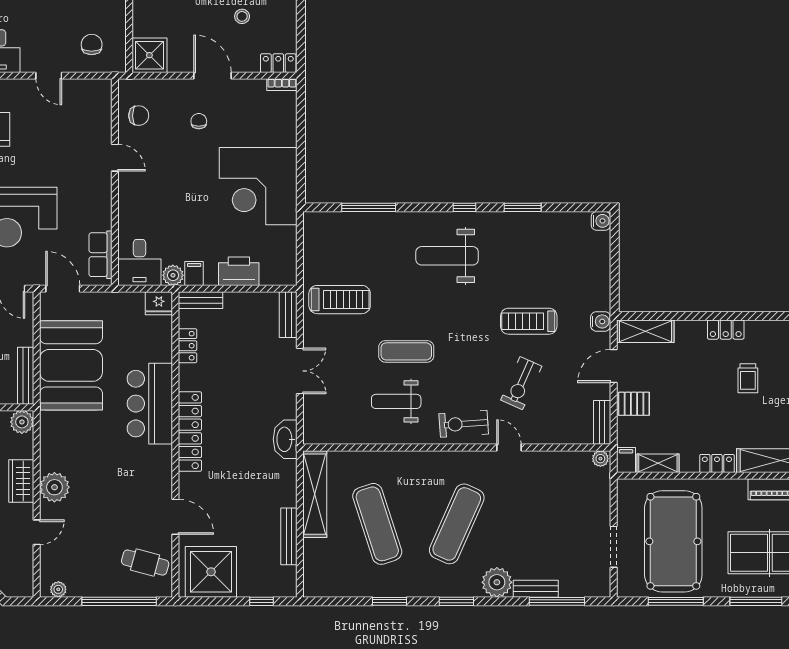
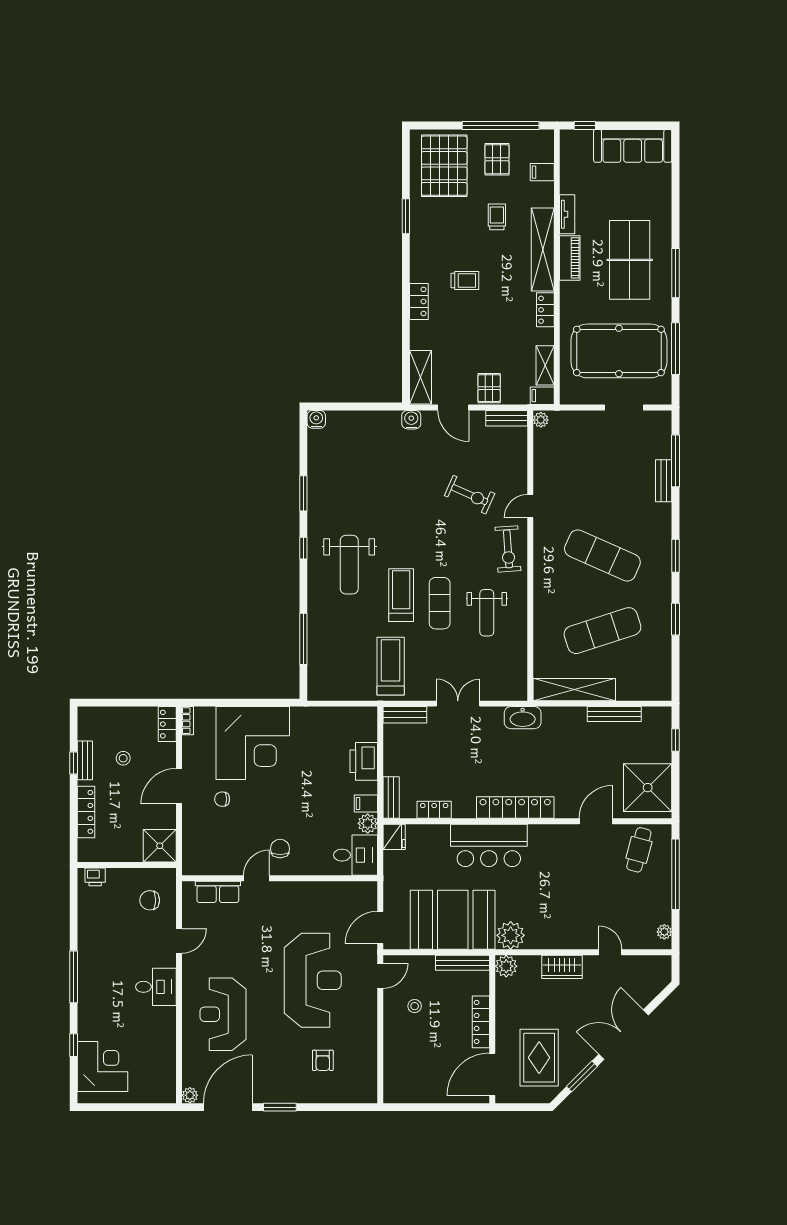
chair: (139, 116) -> (280, 849), moved
corner desk: (258, 186) -> (253, 743), moved
row of seats: (101, 255) -> (218, 892), moved
treadmill: (529, 321) -> (401, 595), moved, turned 180
plant: (54, 487) -> (511, 935), moved
plant: (497, 582) -> (658, 518), removed

